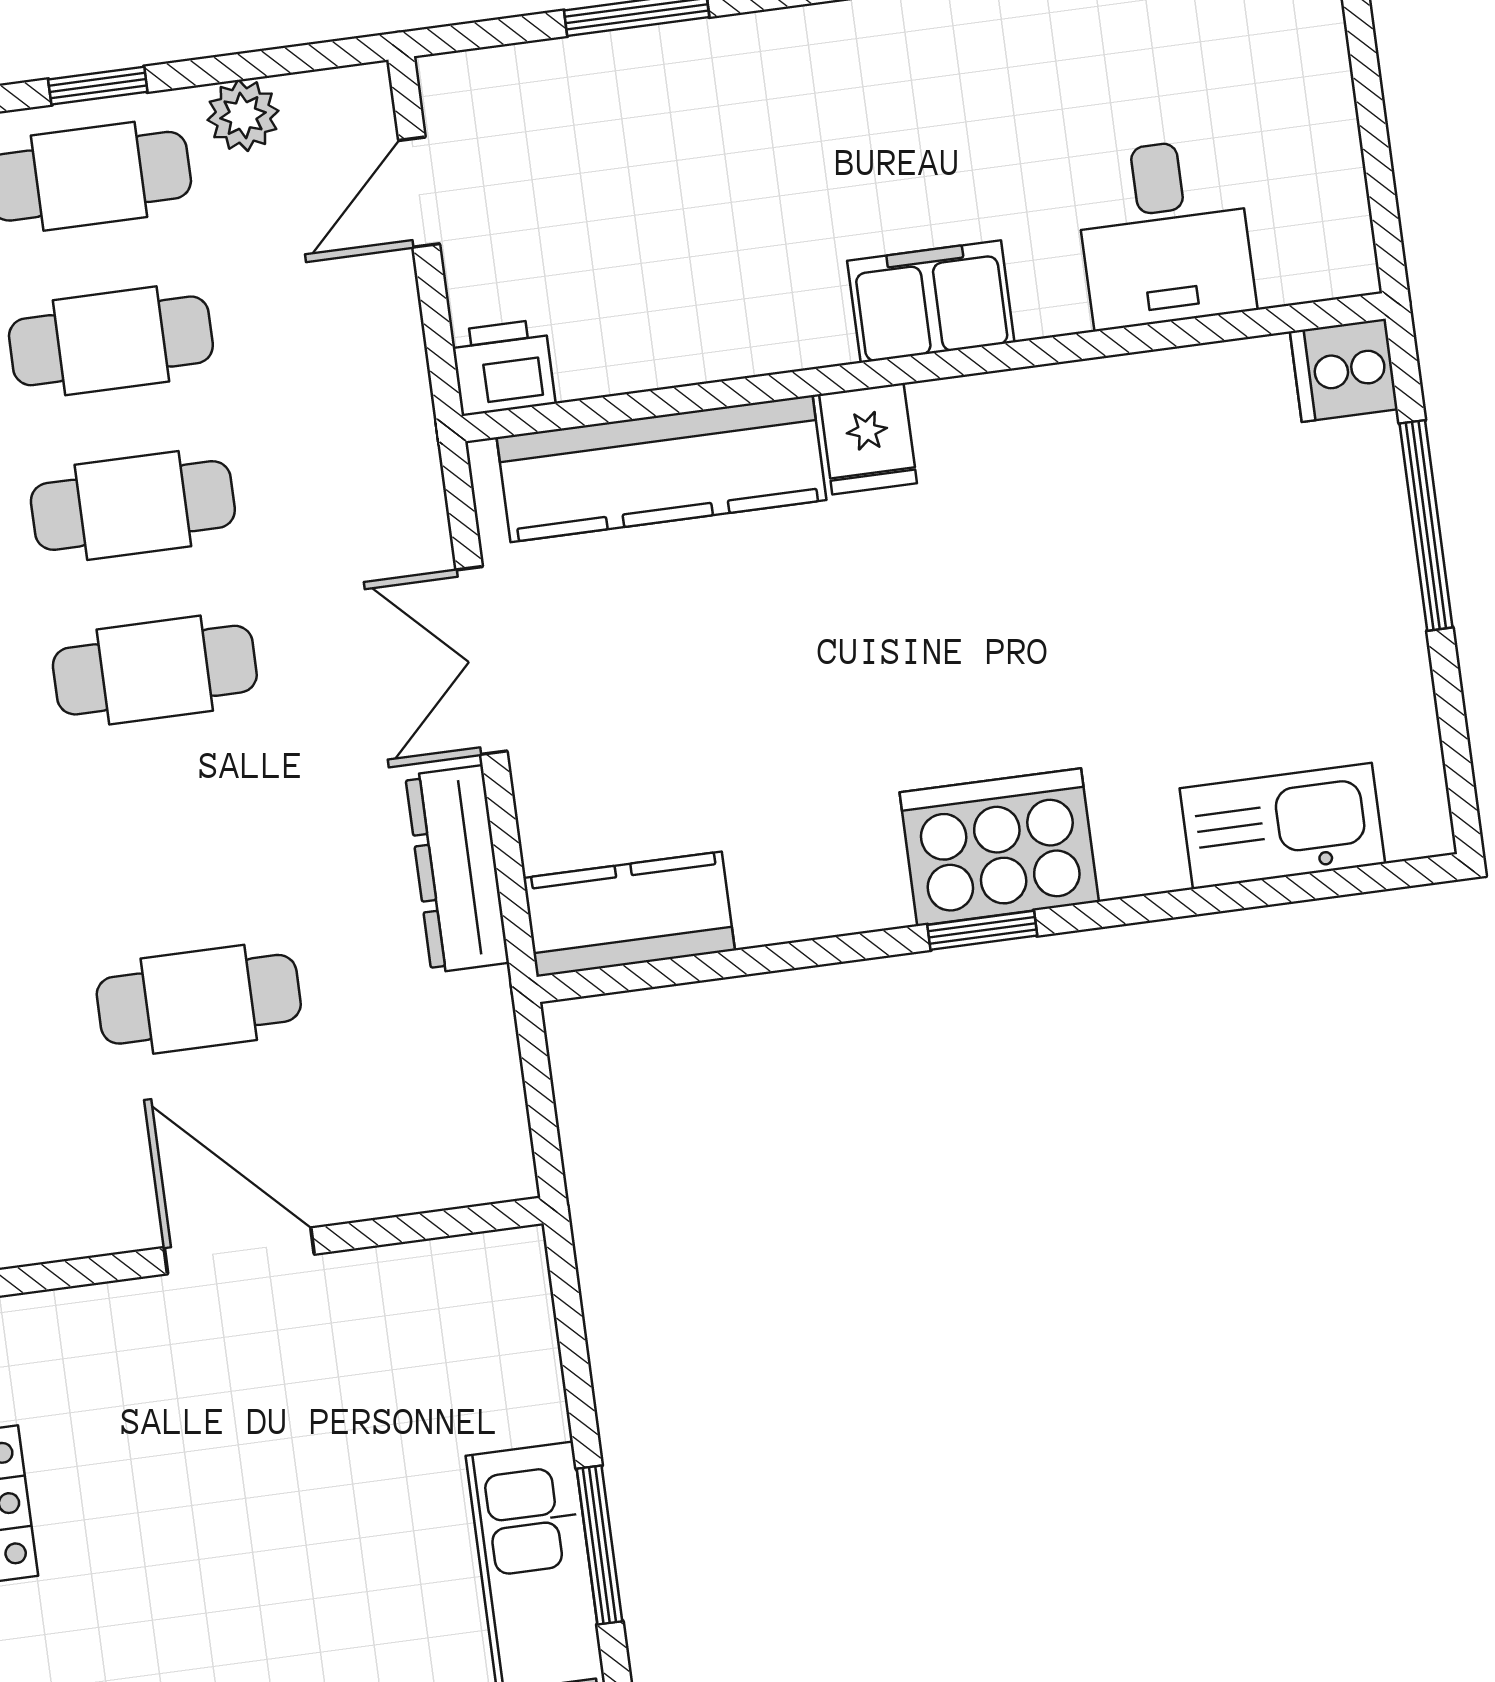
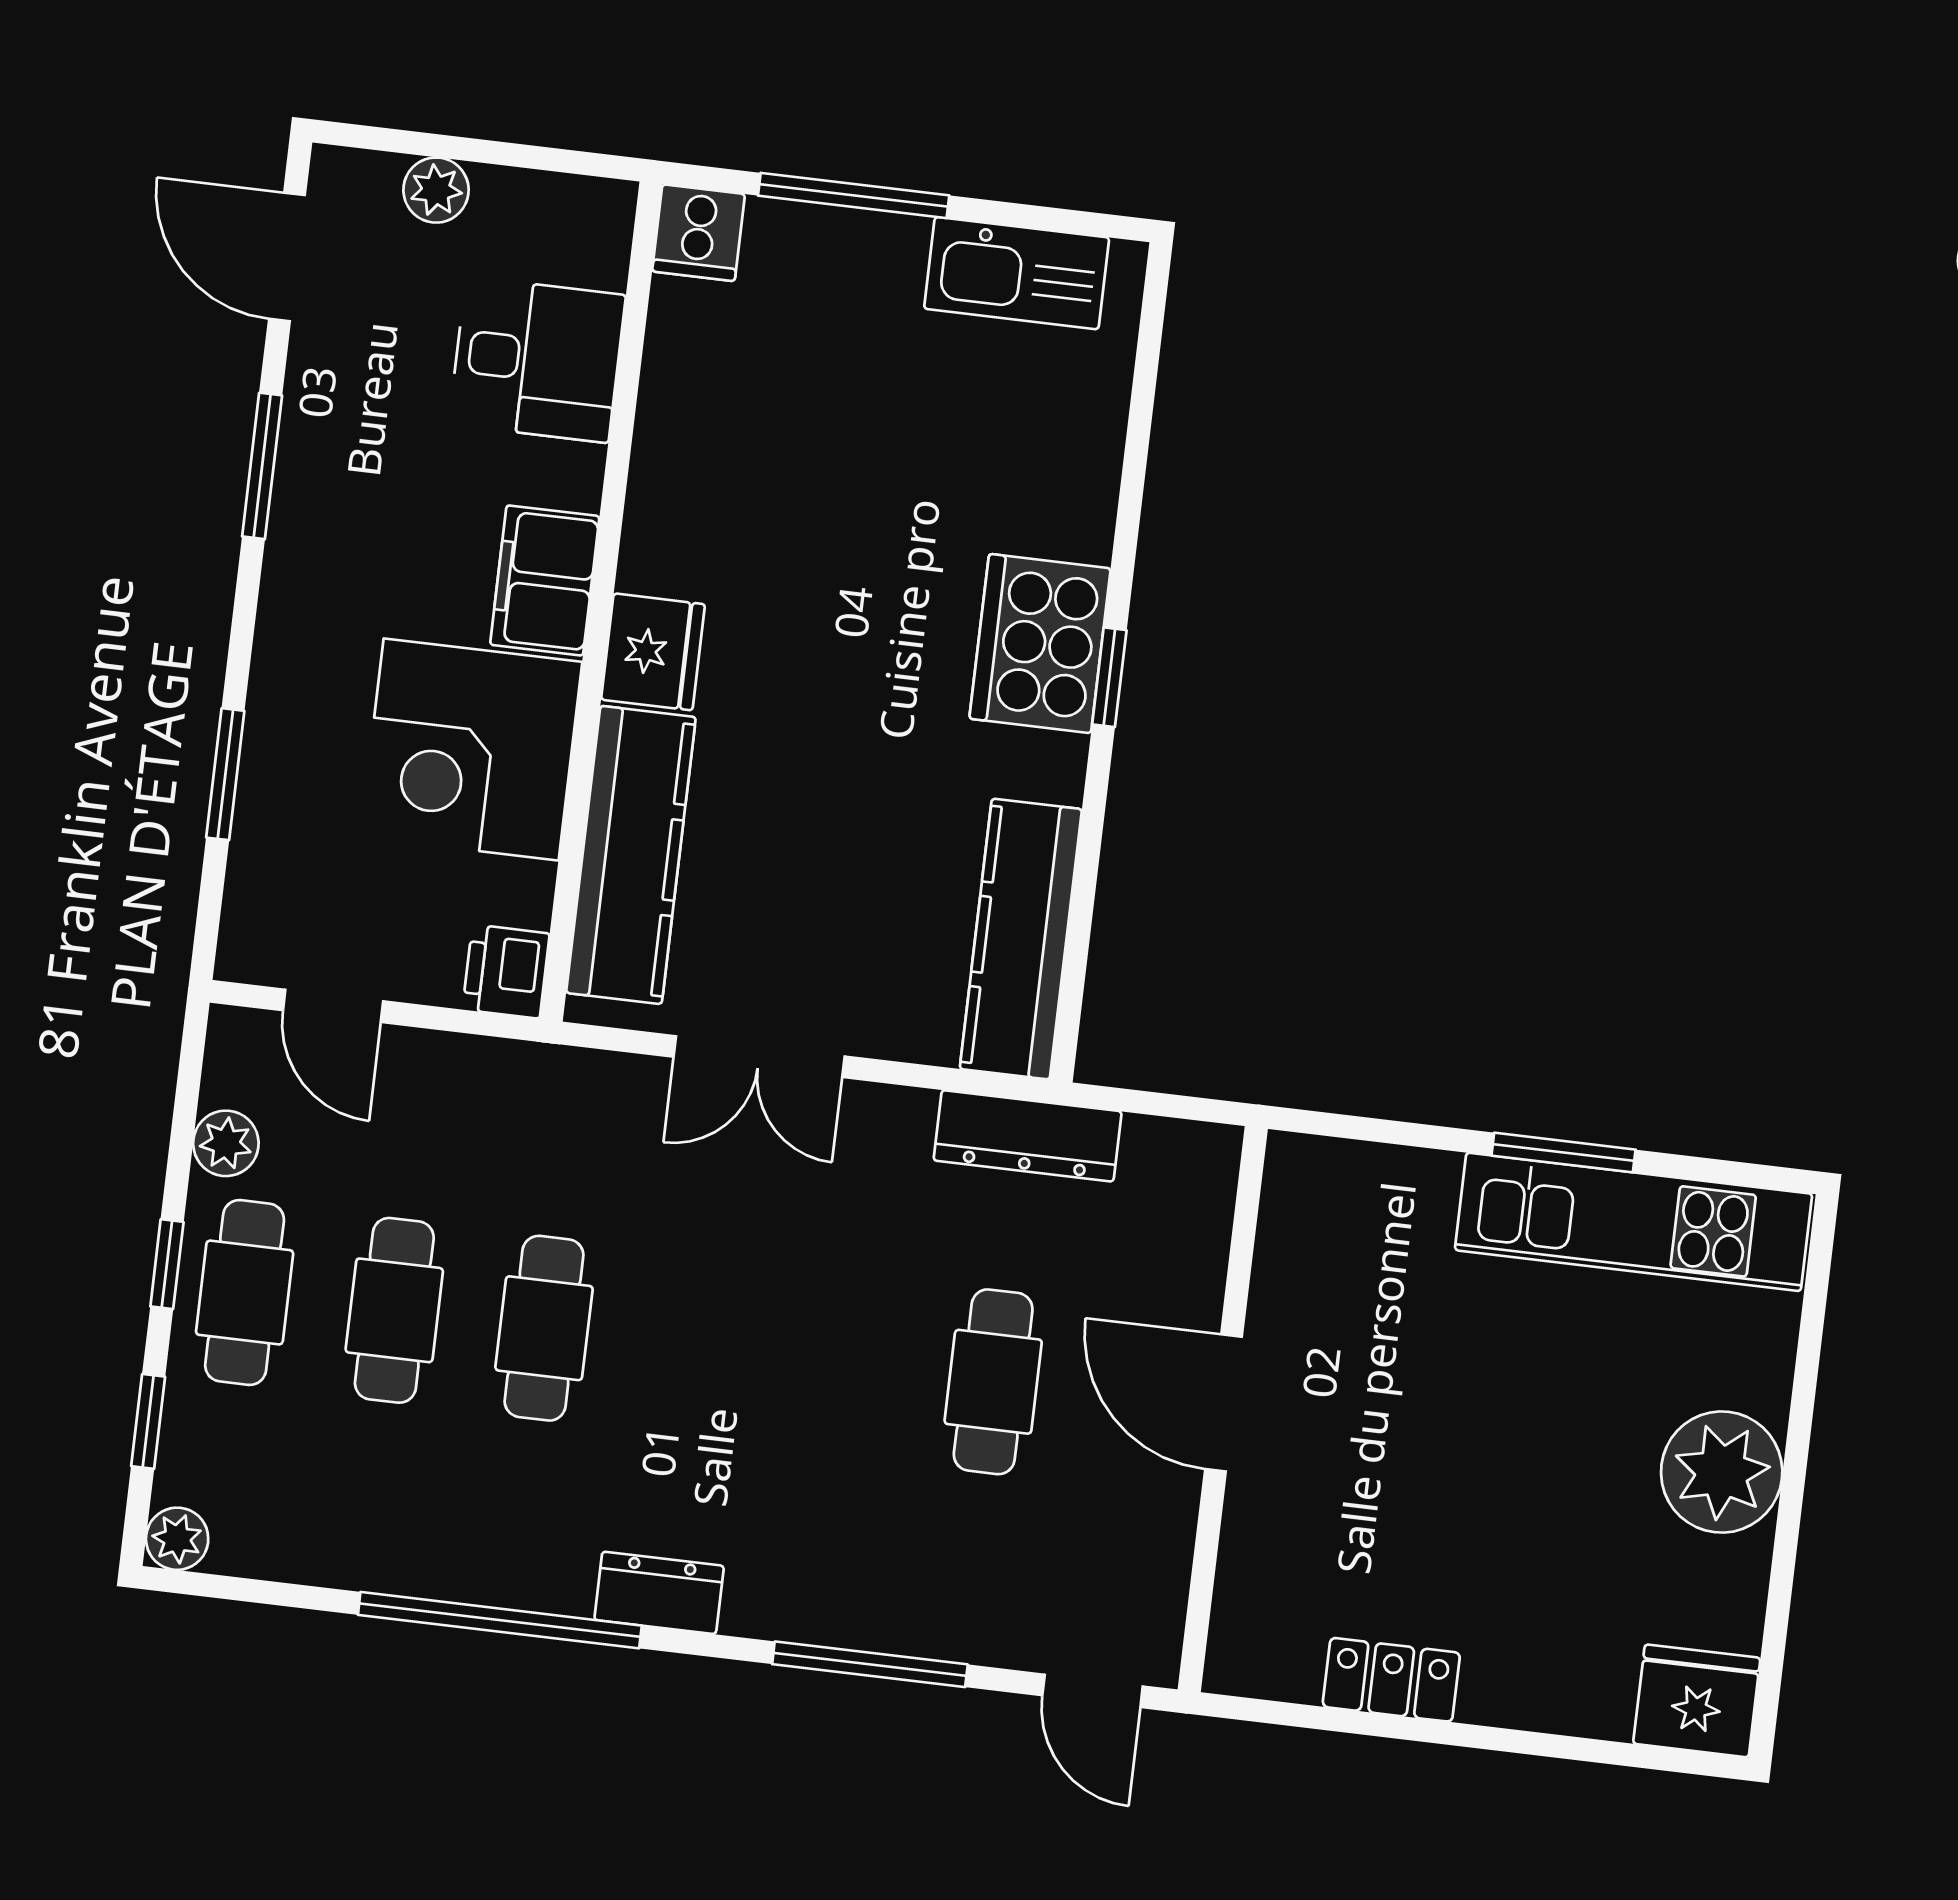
plant: (1317, 79) -> (436, 190), added
corner desk: (730, 269) -> (471, 749), added
fridge: (868, 439) -> (653, 652), width x1.38
cafe table: (155, 670) -> (694, 1346), removed
kitchen sink: (1282, 826) -> (1017, 273), moved, turned -90
dresser: (457, 869) -> (1028, 1136), moved
kitchen counter: (629, 914) -> (1021, 939), width x1.50
door: (239, 1251) -> (1224, 1403), hinge flipped

